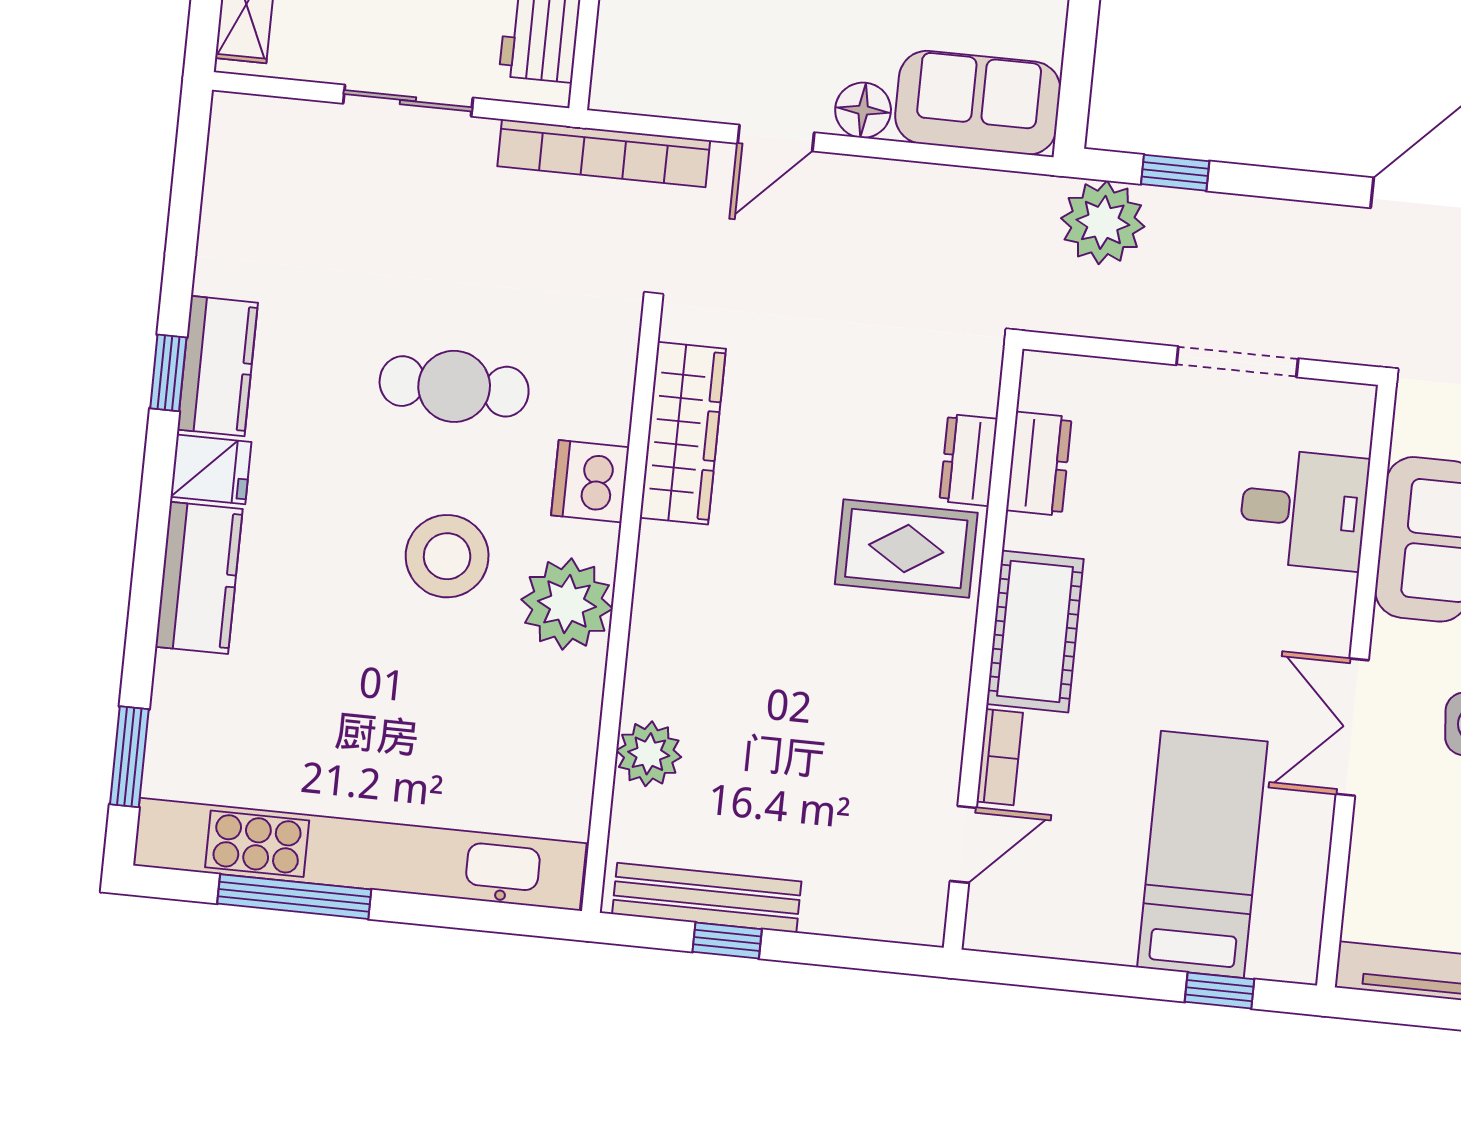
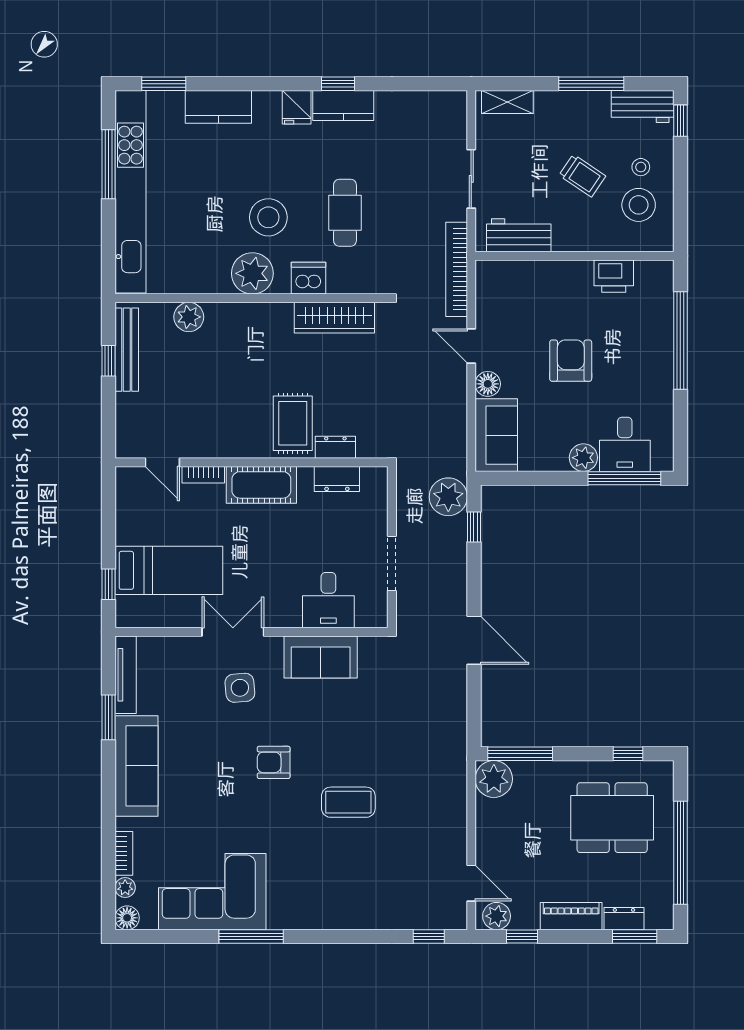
kitchen counter: (199, 578) -> (218, 107), moved

